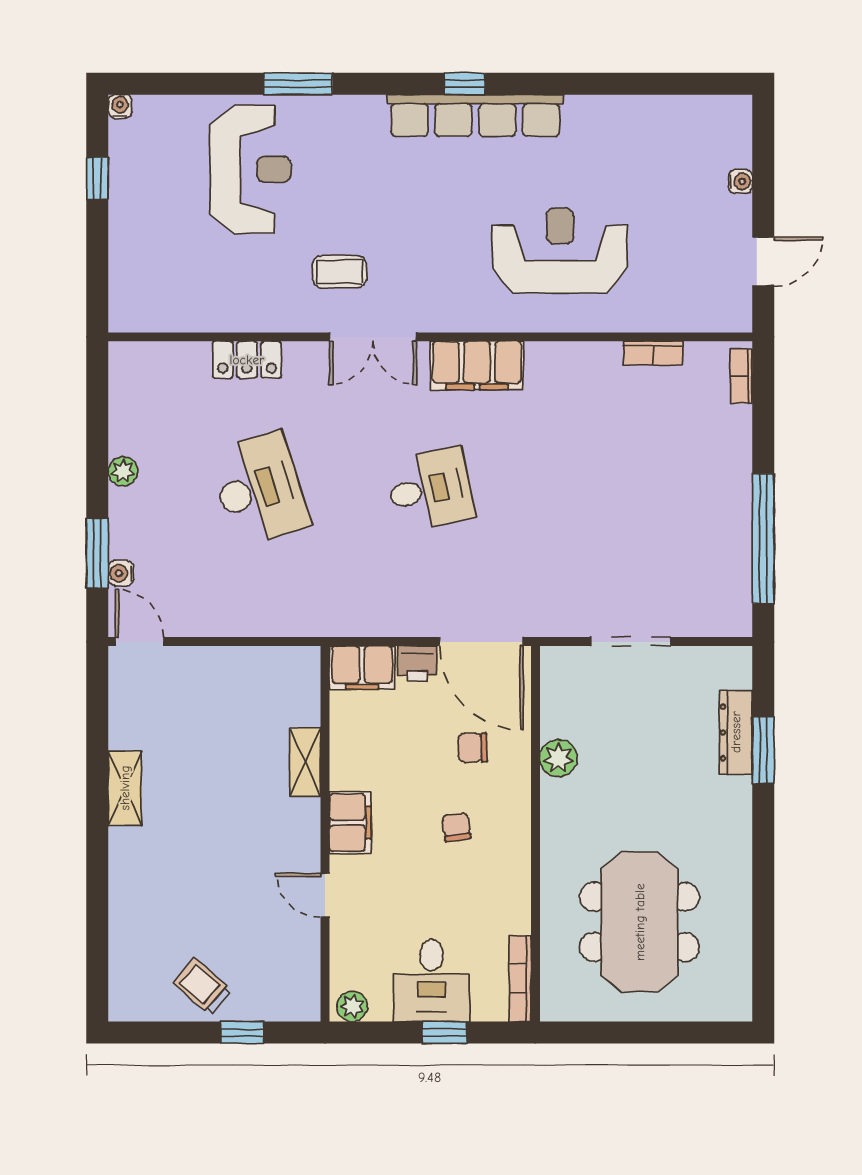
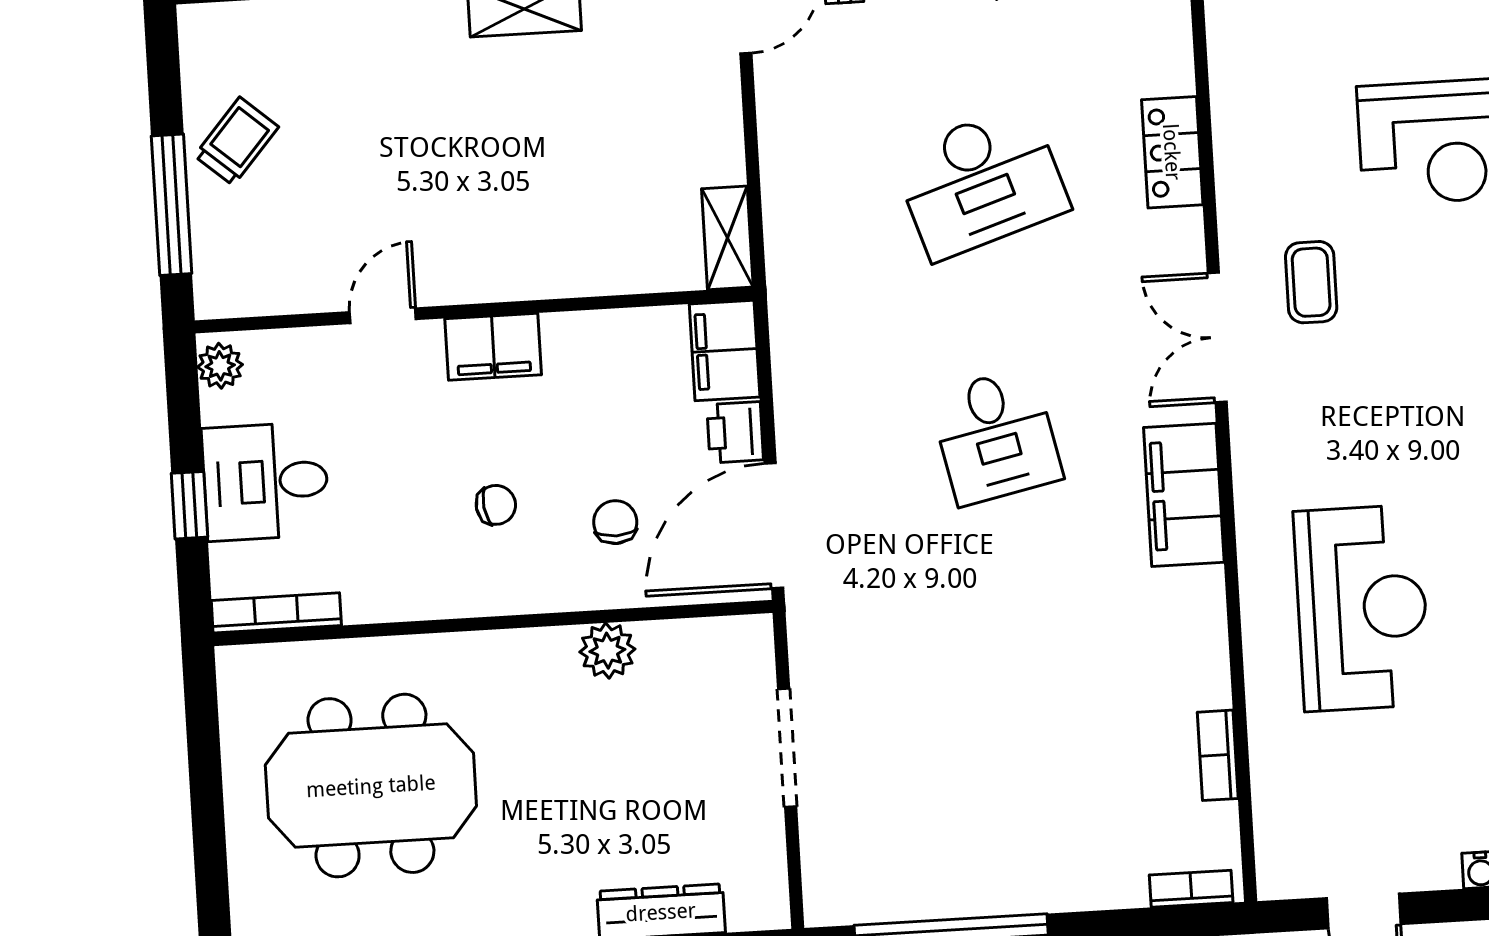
shelving: (305, 762) -> (727, 238), moved, turned 90
window: (242, 1032) -> (172, 205), width x2.17

